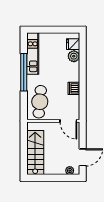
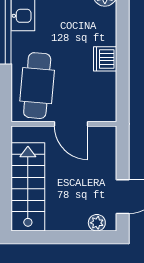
door: (68, 121) -> (71, 124), moved

